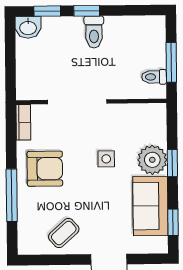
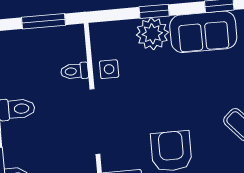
toilet: (154, 77) -> (75, 71), moved, turned 90
side table: (106, 159) -> (109, 69), moved

